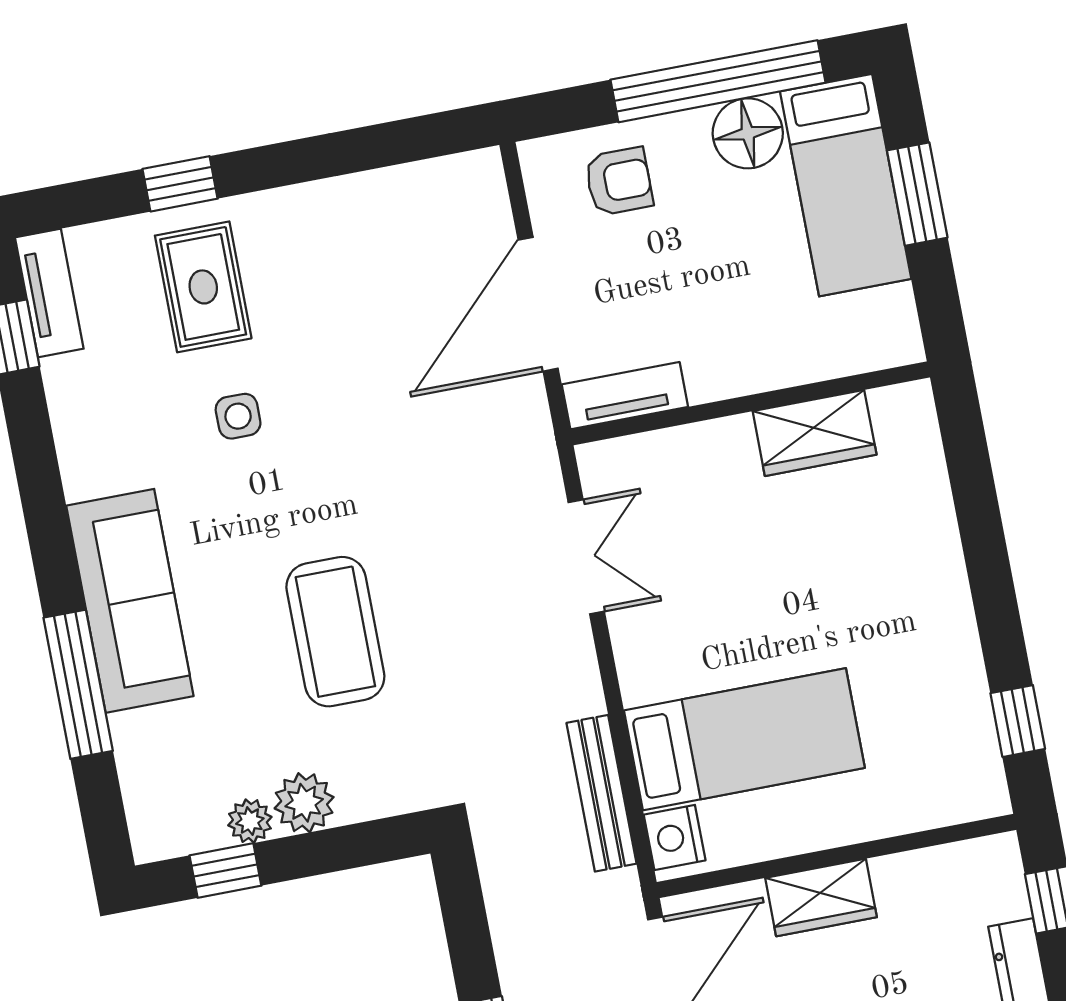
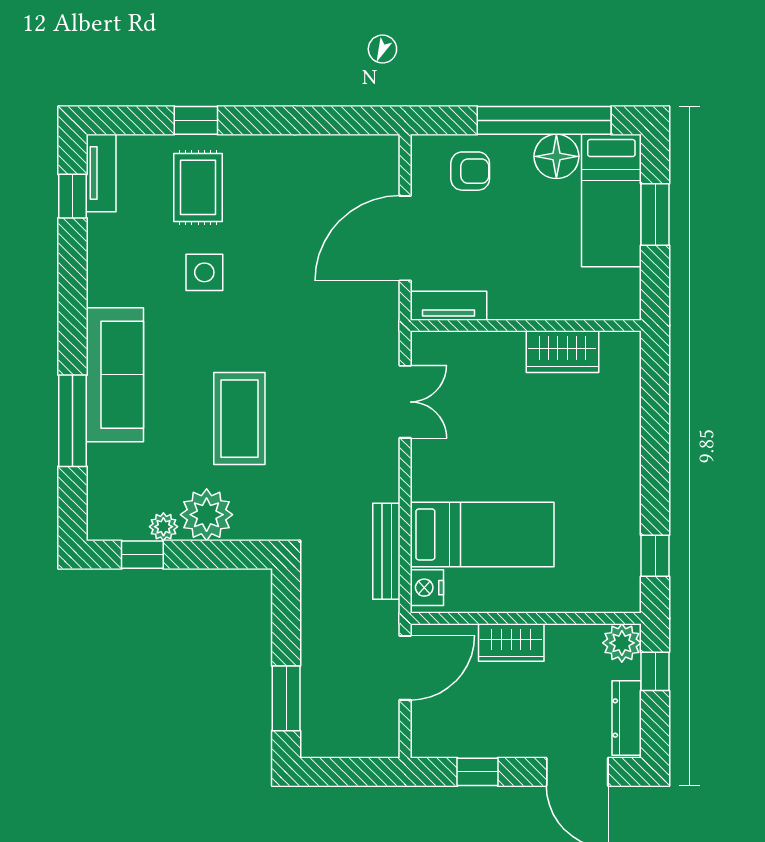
side table: (238, 416) -> (204, 272), width x1.37, depth x1.37
plant: (304, 803) -> (207, 515), width x1.36, depth x1.36
plant: (992, 866) -> (622, 643), added

